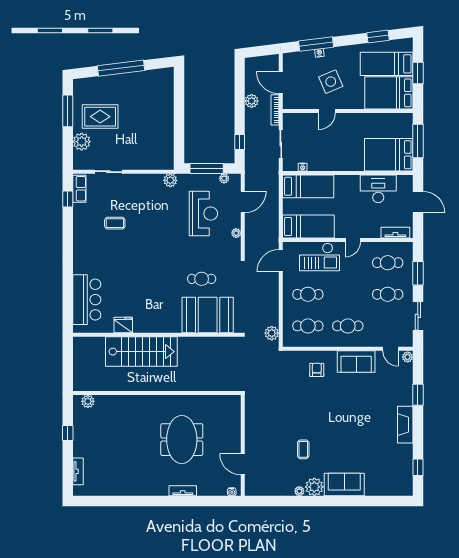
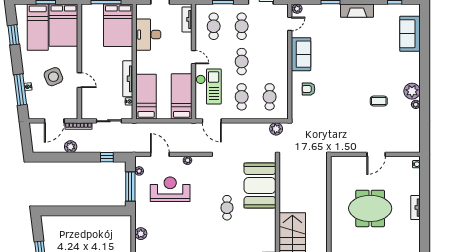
tv unit: (328, 166) -> (128, 79), added
plant: (170, 180) -> (141, 234), moved
cafe table: (202, 279) -> (227, 208), moved
cafe table: (348, 326) -> (242, 62), moved
door: (243, 464) -> (376, 154), moved
sofa: (344, 485) -> (410, 34), moved

